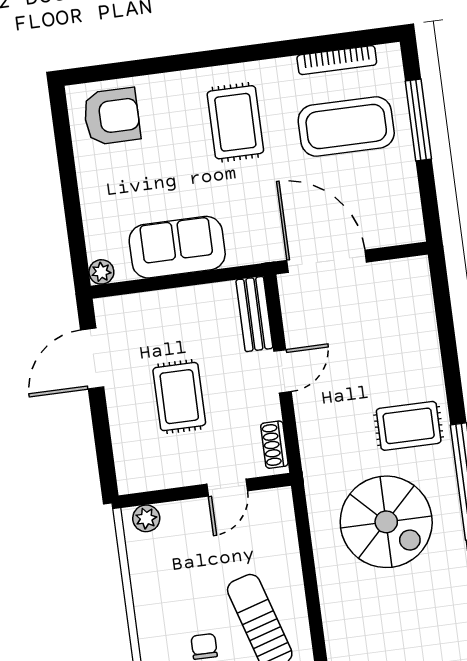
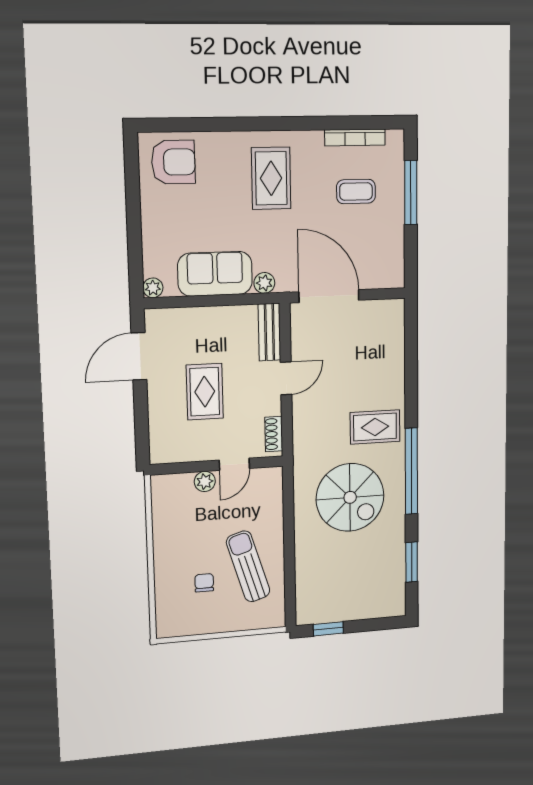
coffee table: (346, 127) -> (356, 191), width x0.54, depth x0.58
plant: (241, 253) -> (264, 283), added
plant: (146, 518) -> (205, 481), moved

